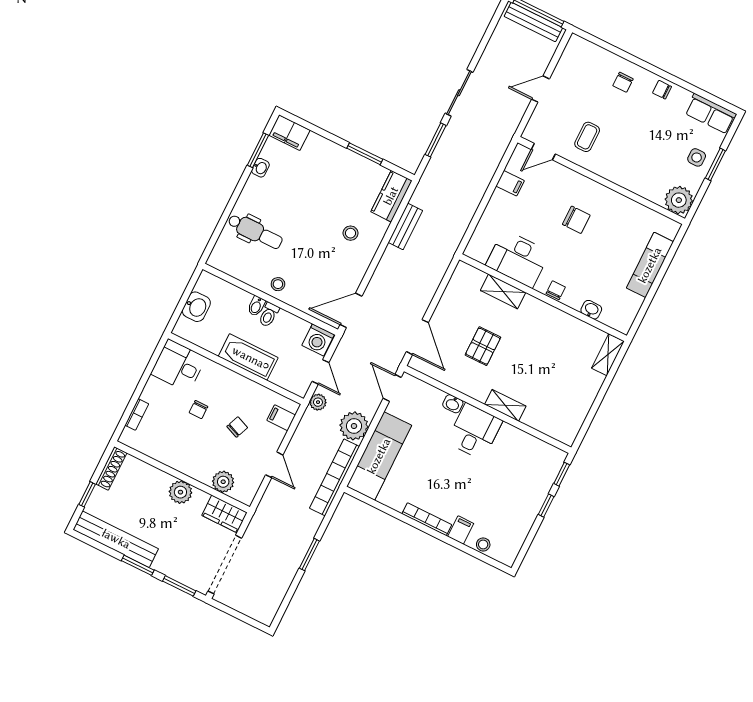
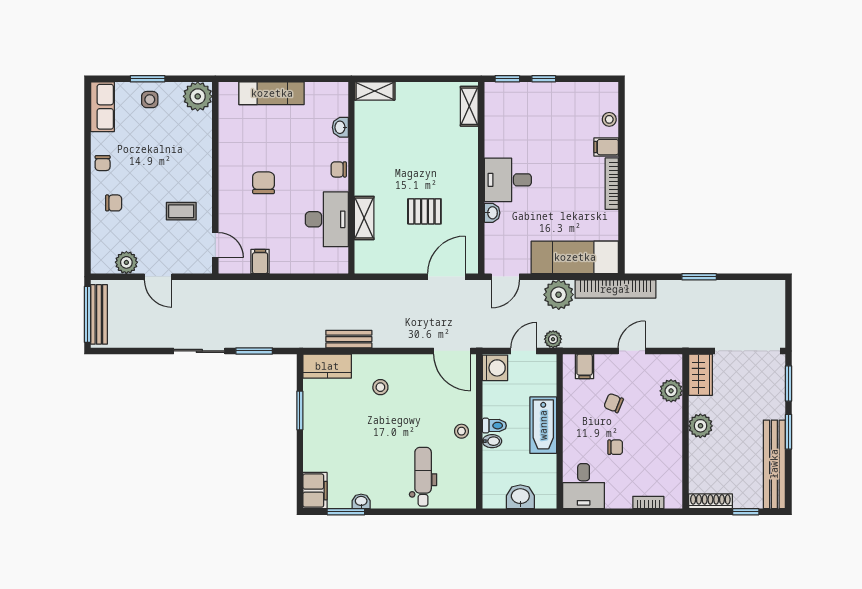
plant: (566, 68) -> (126, 262), added
shelving: (505, 405) -> (469, 106), moved

